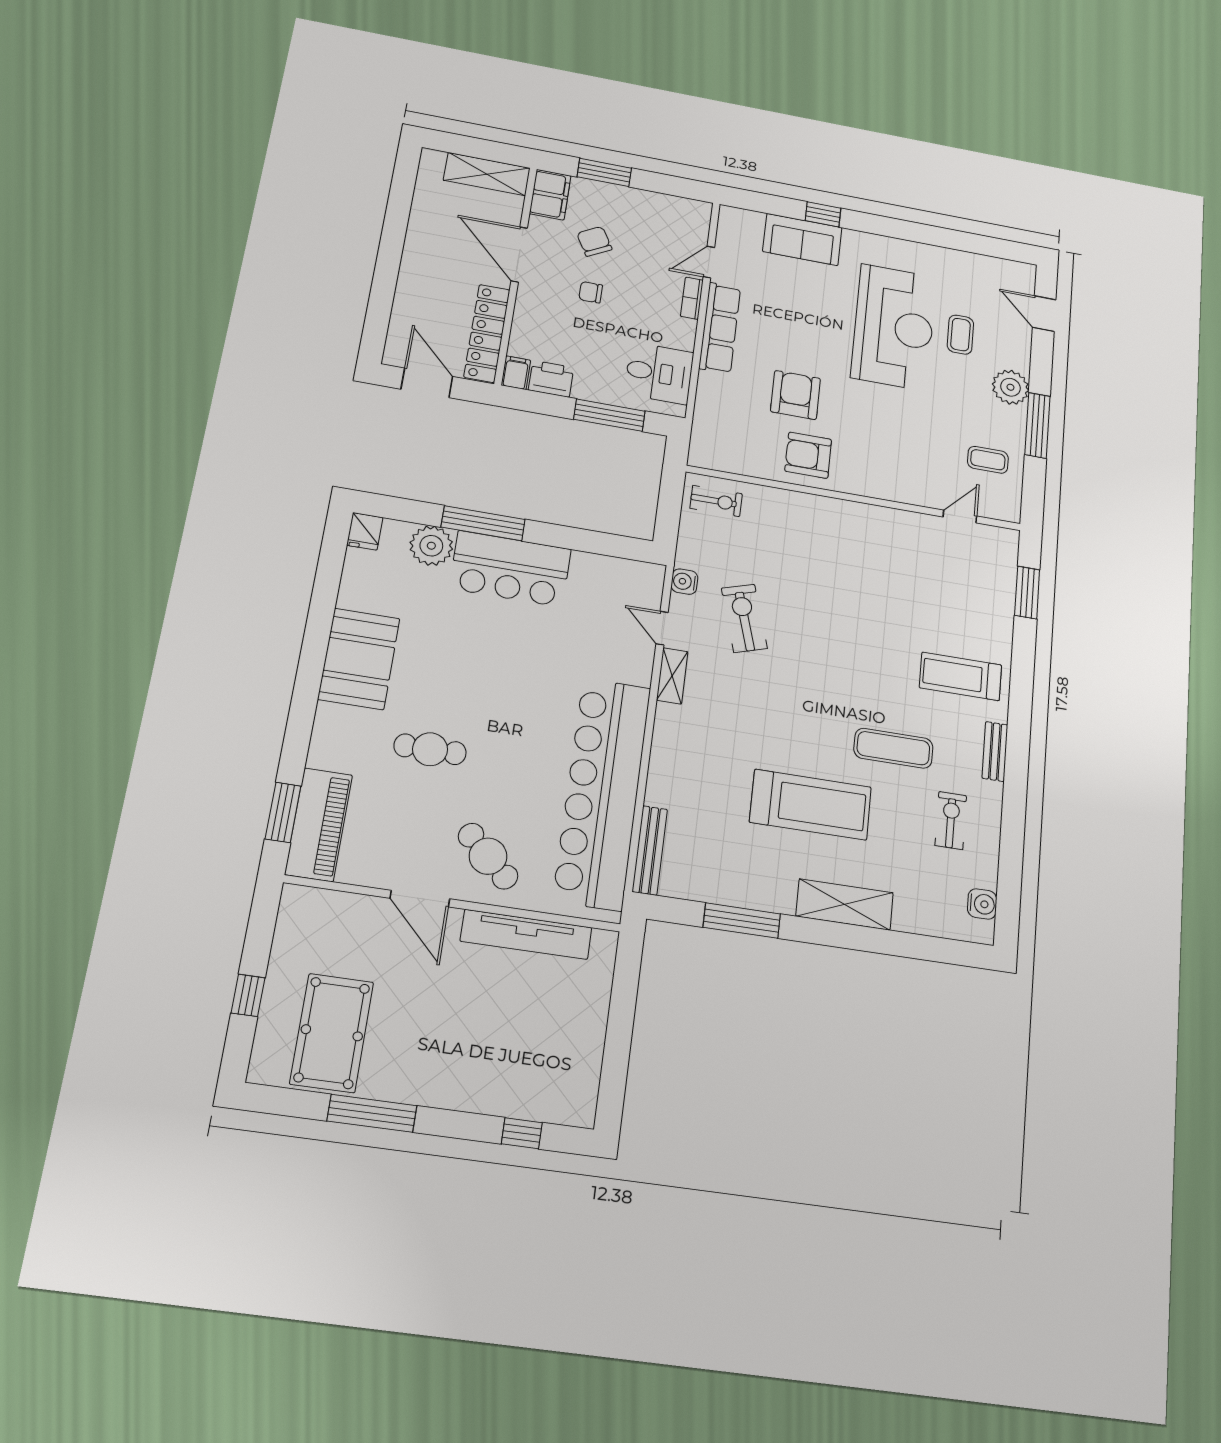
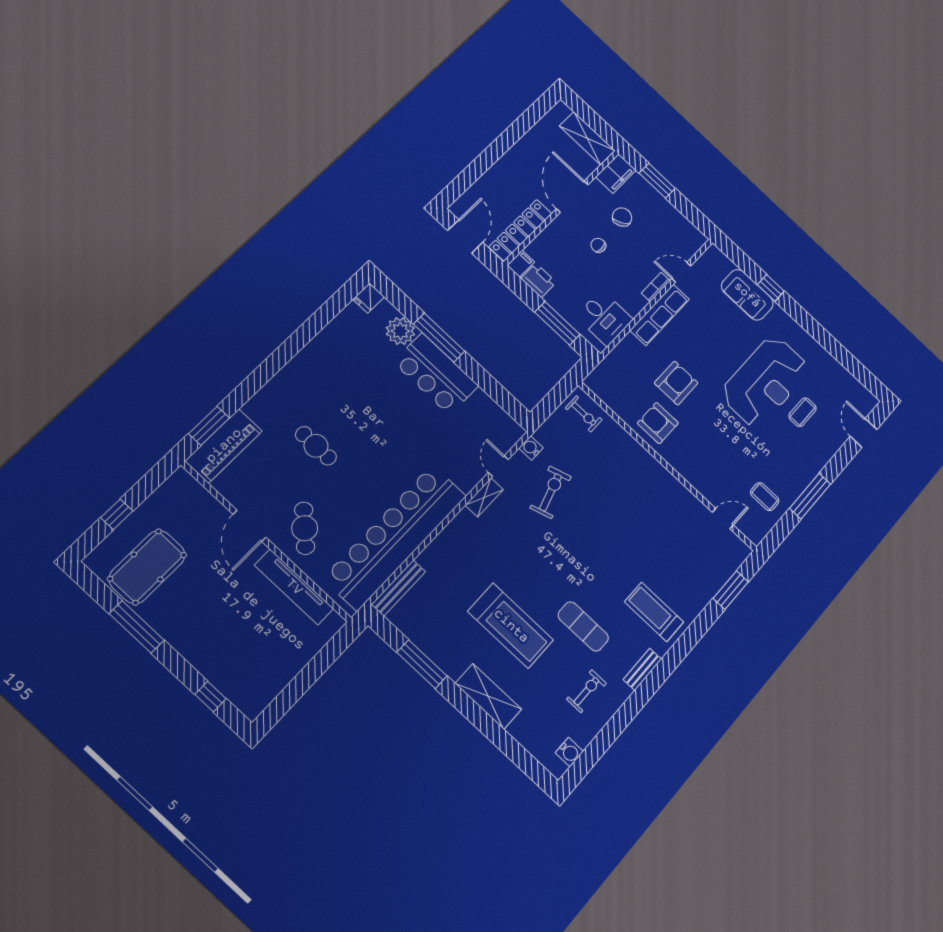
plant: (1010, 387) -> (810, 463), removed
booth: (359, 659) -> (313, 368), removed

